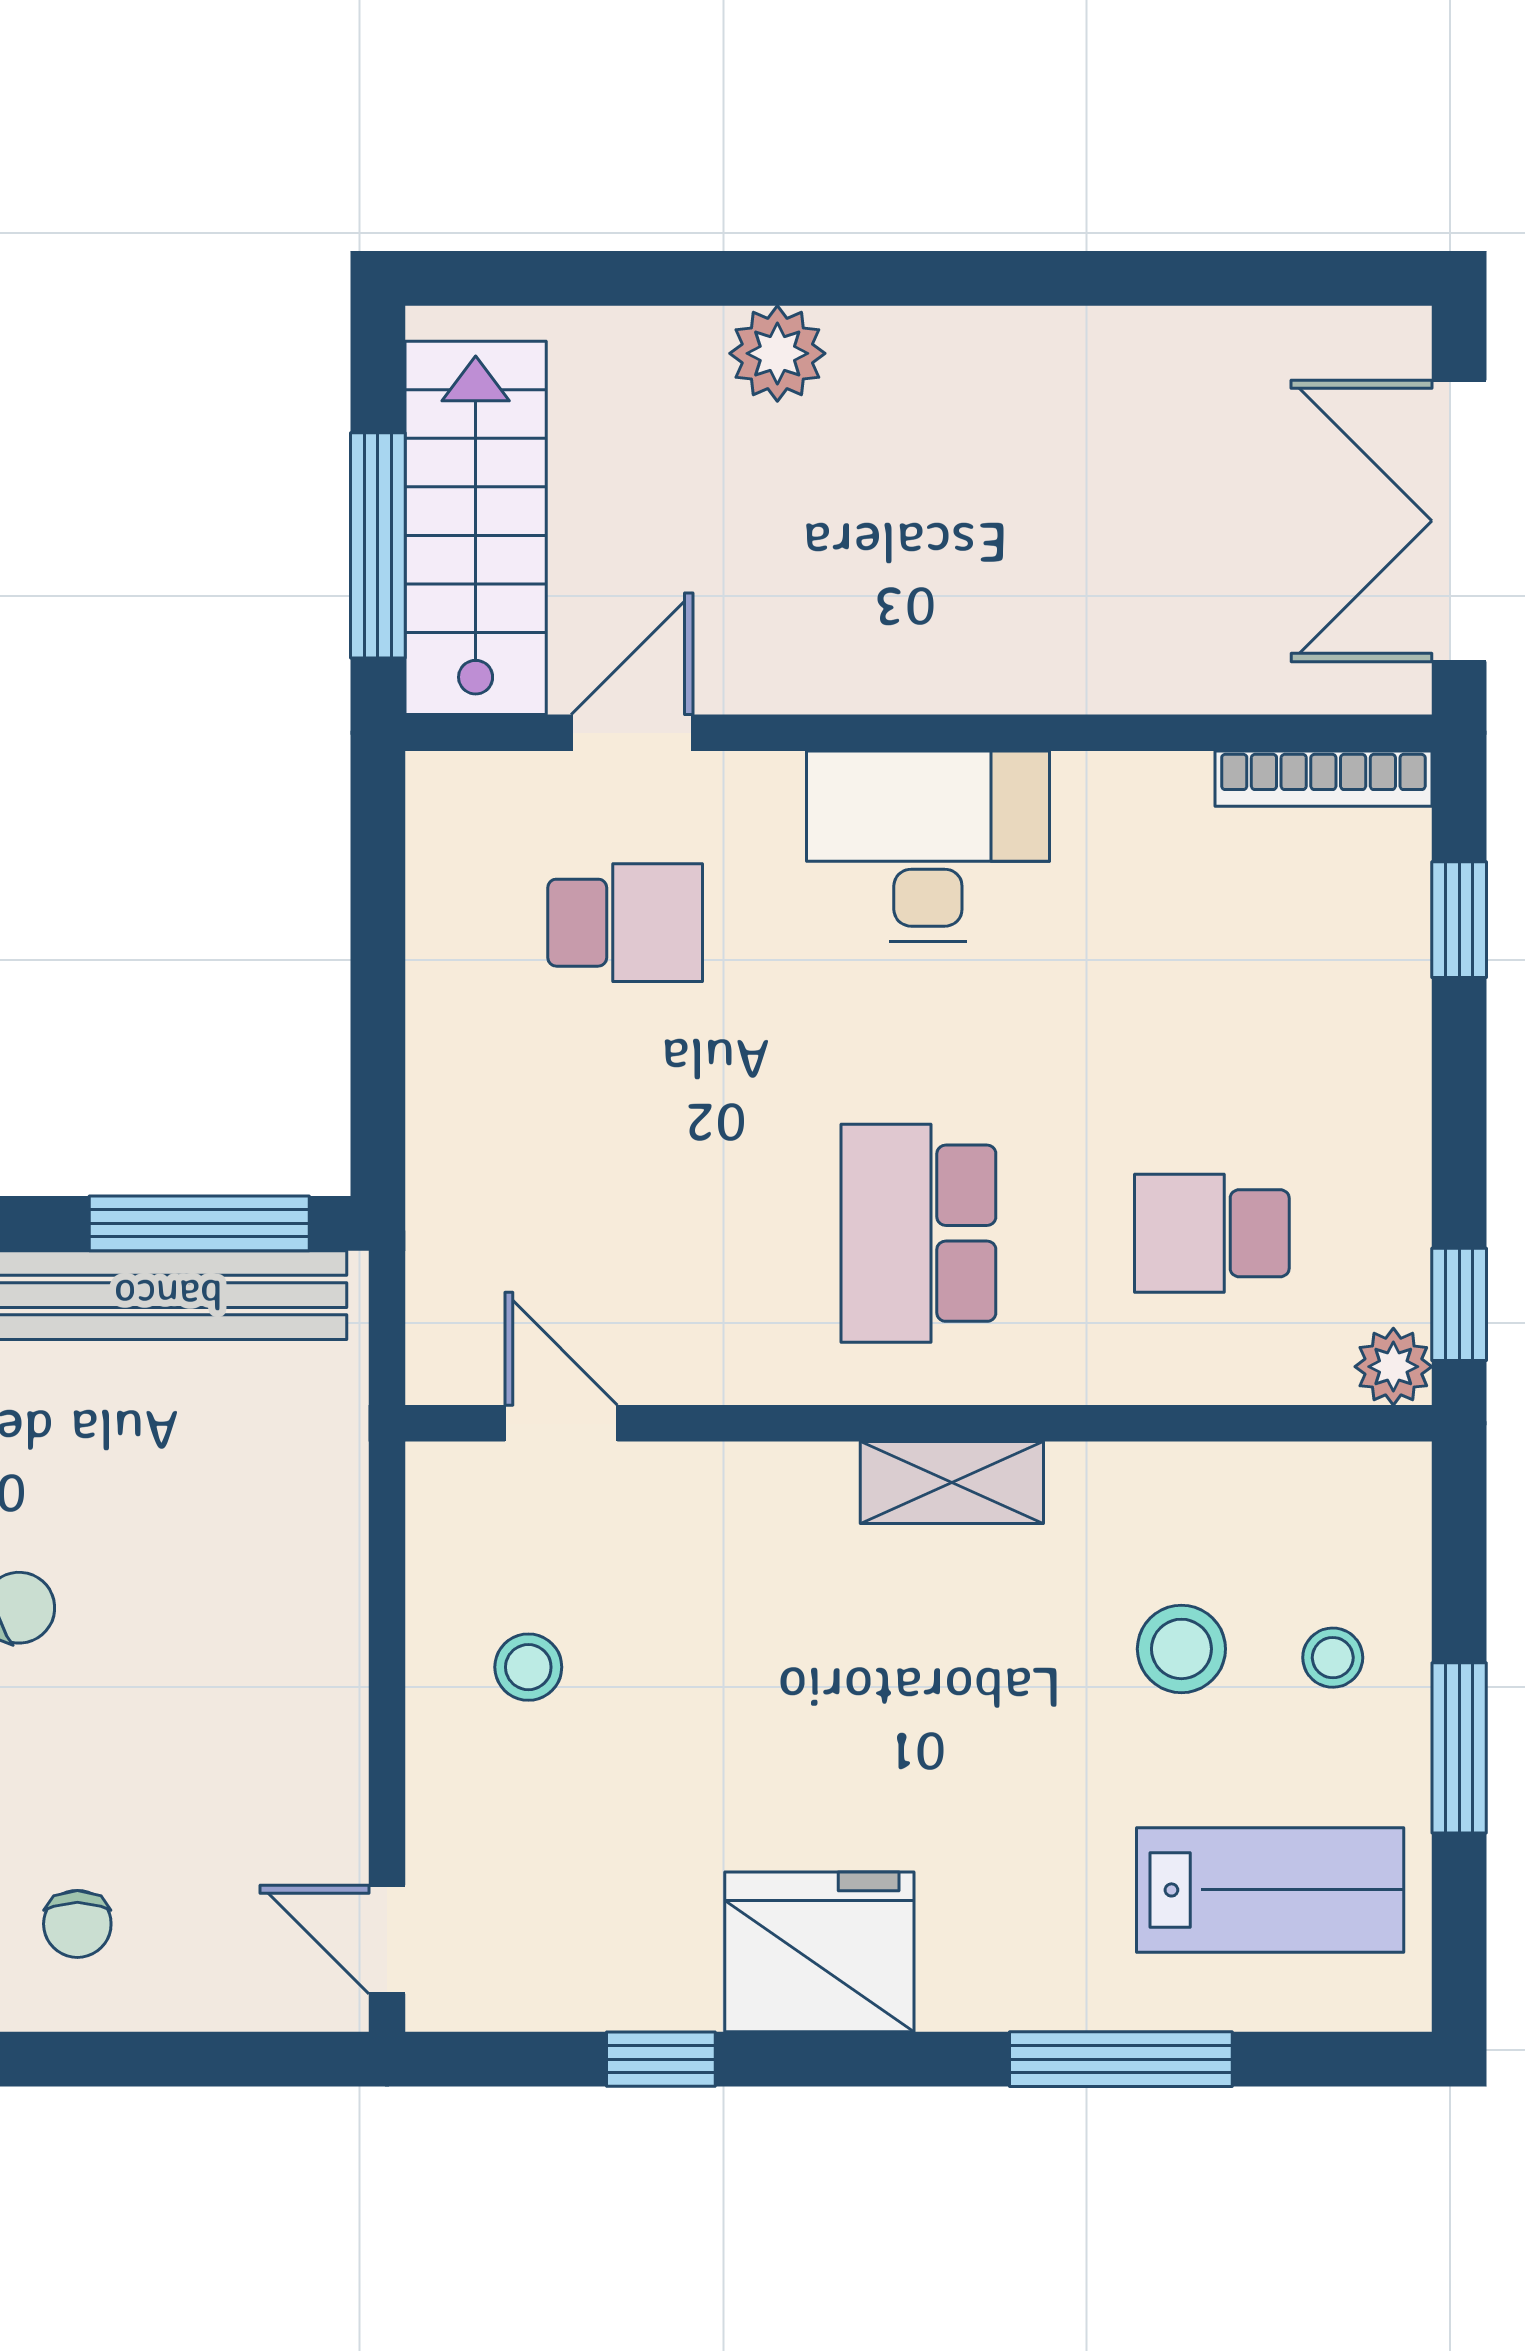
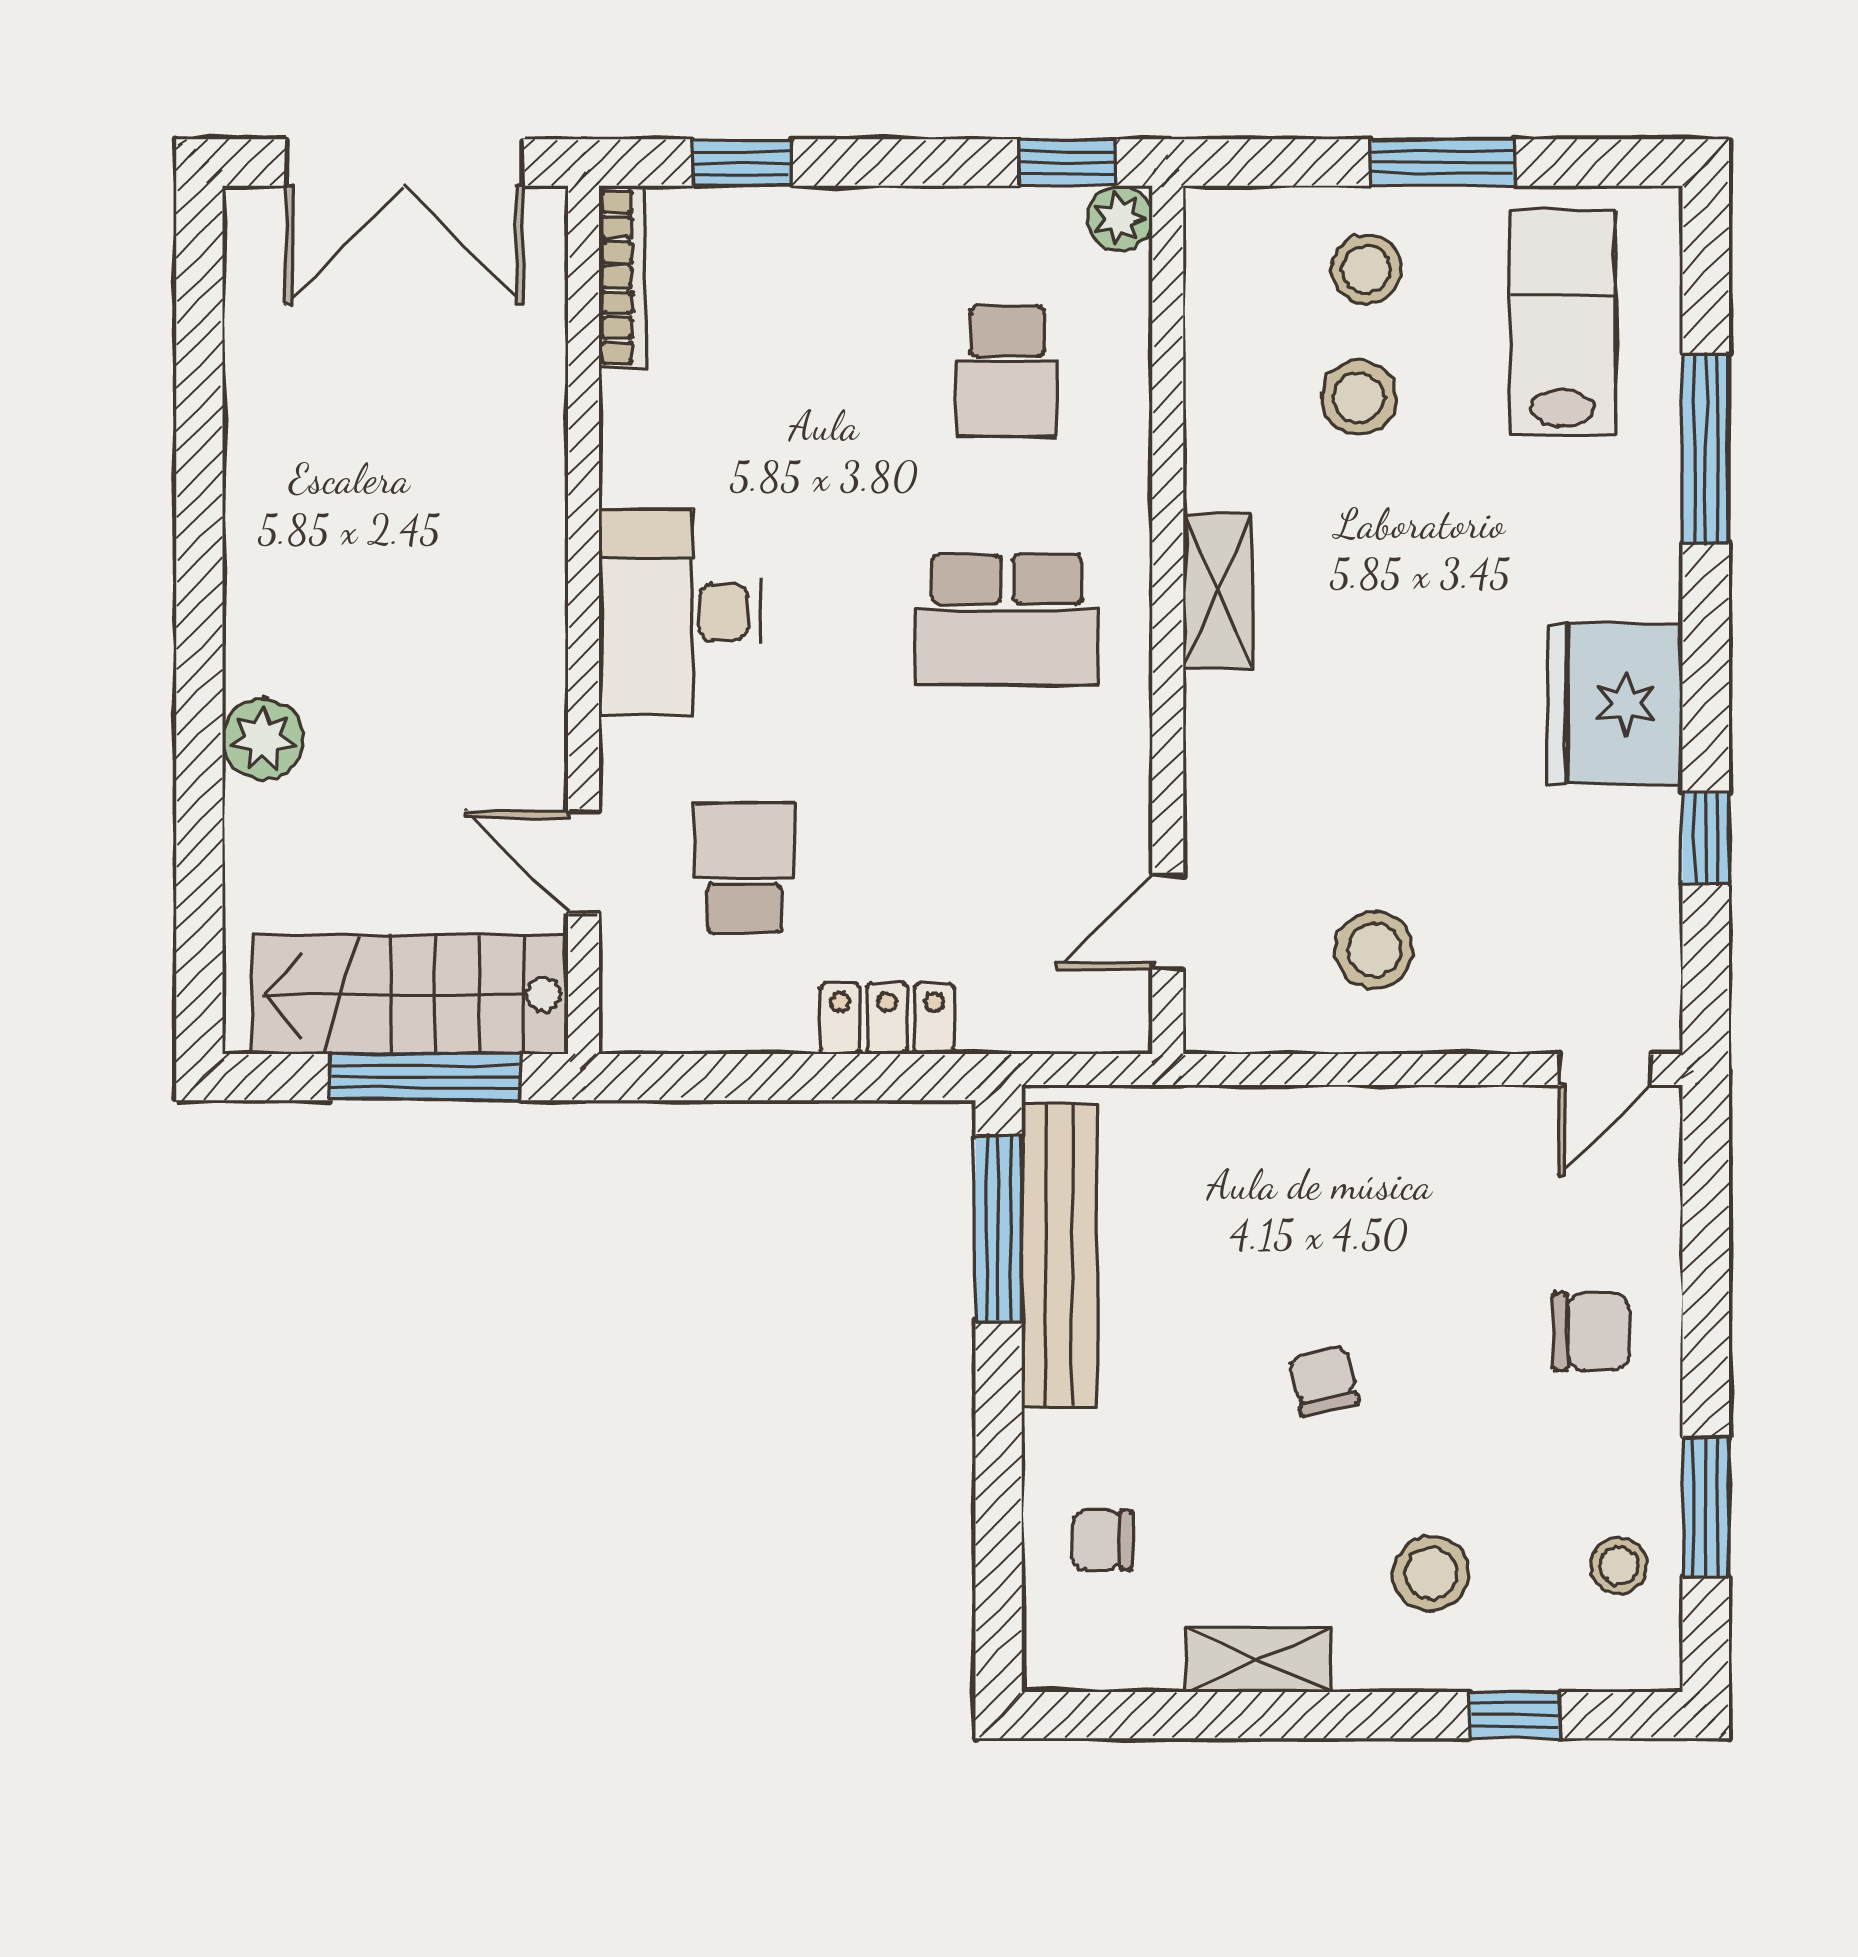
locker: (447, 1091) -> (887, 1018), added
stool: (1333, 1658) -> (1366, 269), width x1.37, depth x1.37
stool: (528, 1667) -> (1374, 950), width x1.37, depth x1.37
chair: (77, 1924) -> (1591, 1331), width x1.37, depth x1.37

